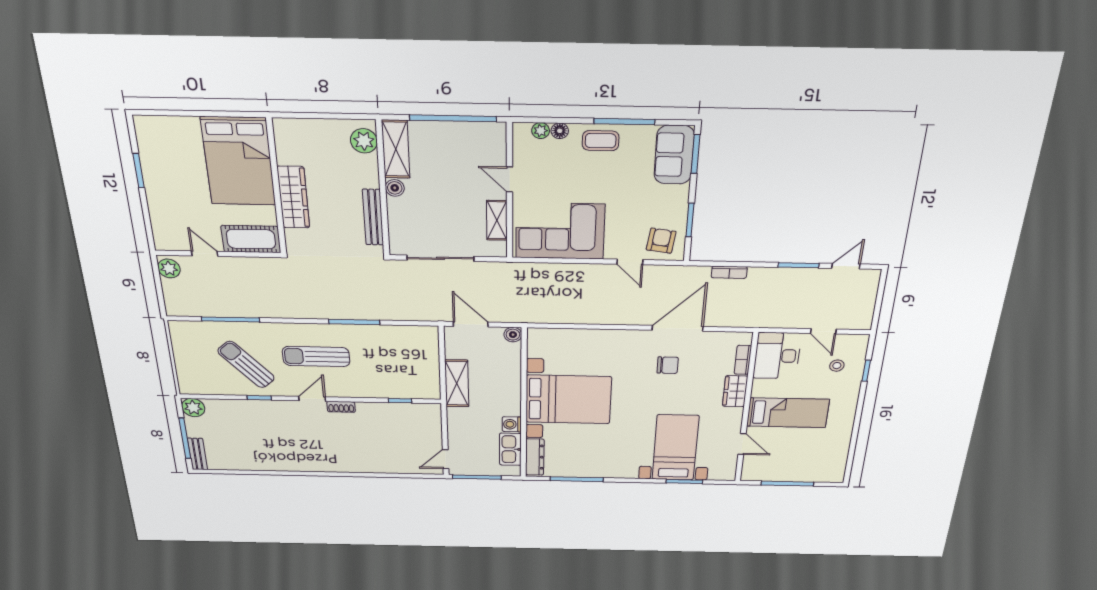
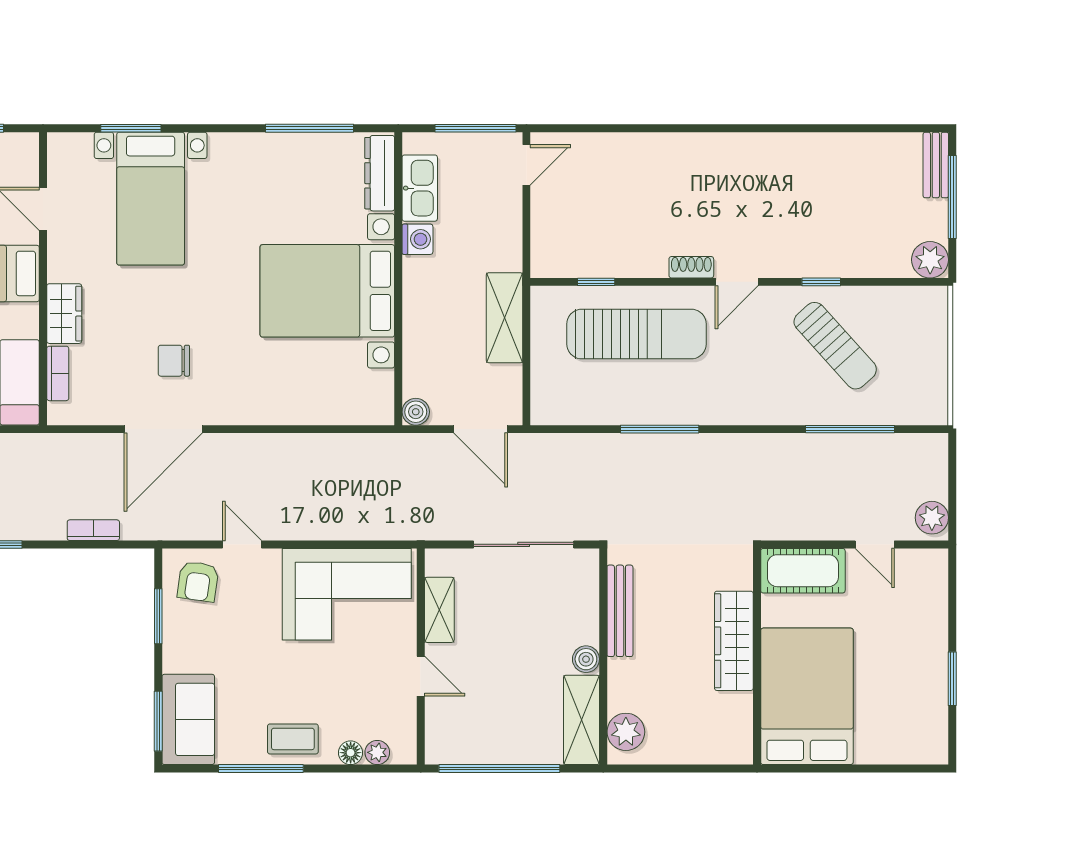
sun lounger: (316, 357) -> (636, 334), moved, width x1.36, depth x1.34

